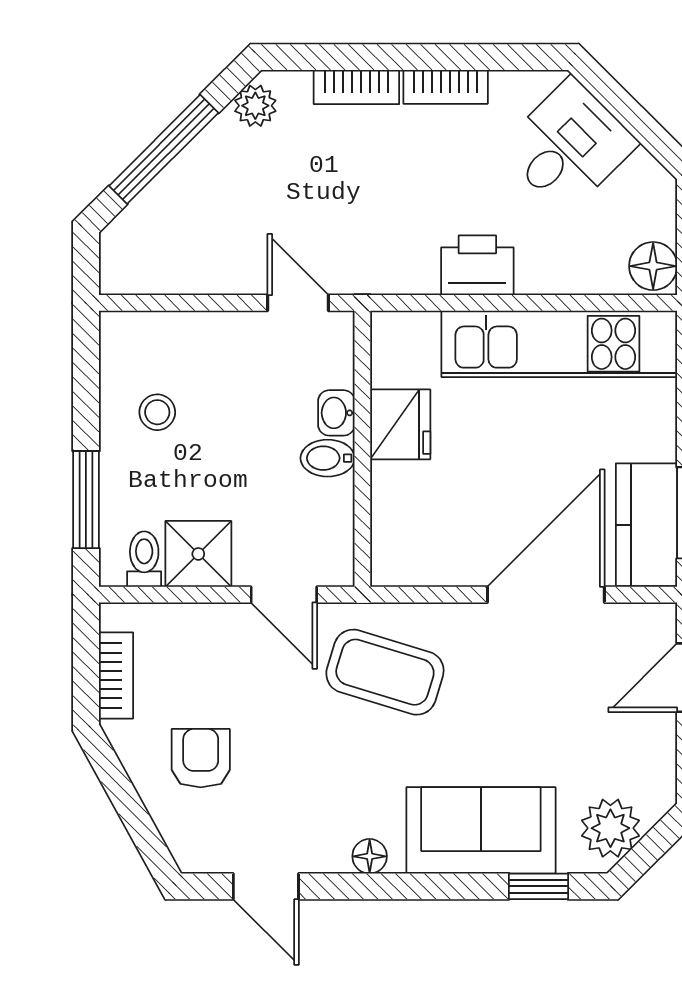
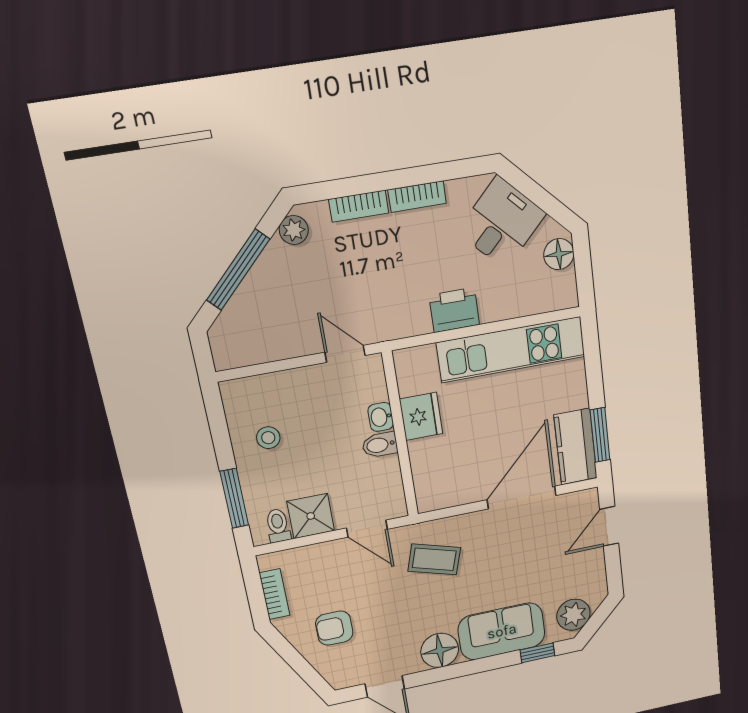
floor lamp: (653, 266) -> (559, 254), moved
coffee table: (385, 672) -> (434, 559), width x0.73, depth x0.77
armchair: (201, 758) -> (334, 628), turned -90
floor lamp: (370, 856) -> (440, 650), width x1.89, depth x1.89

